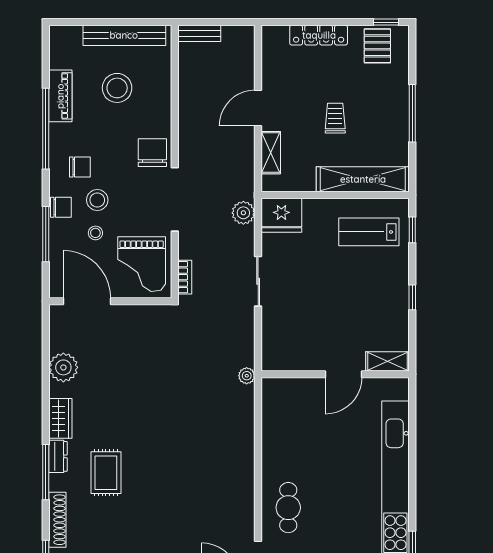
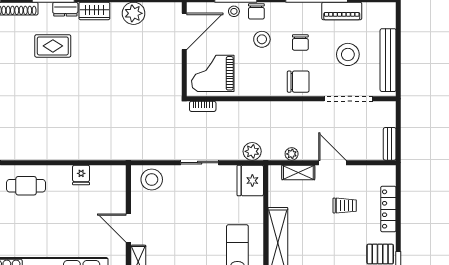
bench: (199, 33) -> (390, 144), moved
trolley: (335, 118) -> (345, 206), moved
chair: (80, 167) -> (300, 43), moved
doorway: (175, 199) -> (349, 99), moved
stool: (95, 233) -> (234, 11), moved
stool: (280, 344) -> (152, 180), added
plant: (247, 376) -> (292, 154), moved
fridge: (274, 436) -> (81, 175), added

